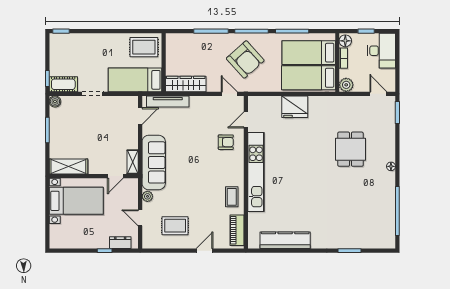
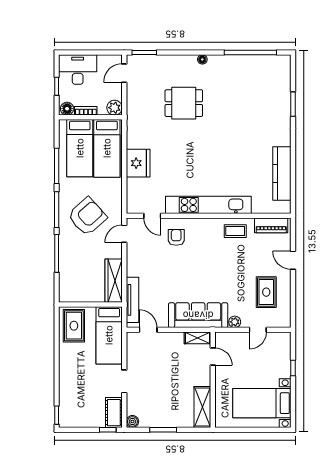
bed with nightstands: (76, 201) -> (262, 403), moved, turned -90
dresser: (120, 243) -> (285, 351), removed

